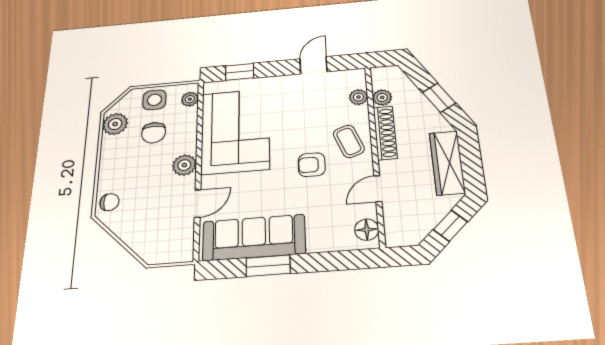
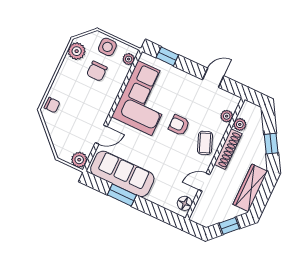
plant: (184, 165) -> (79, 160), moved
armchair: (312, 165) -> (179, 125), moved

